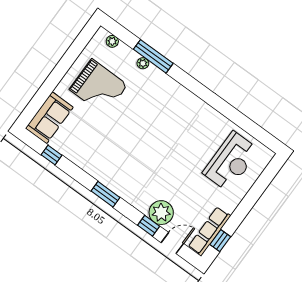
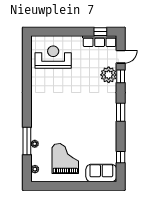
door: (172, 243) -> (121, 57), swing flipped

